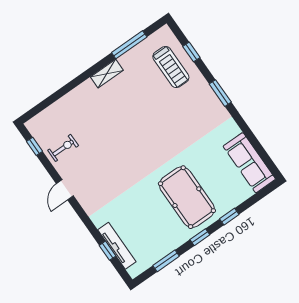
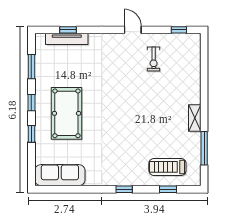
window: (220, 93) -> (124, 189), width x0.67
exercise bike: (63, 148) -> (154, 59), moved
pool table: (187, 197) -> (66, 113), turned 90

